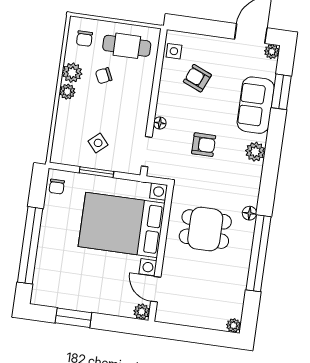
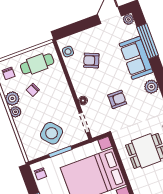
window: (281, 92) -> (148, 41), width x1.44
side table: (98, 143) -> (52, 133), width x1.87, depth x1.87

